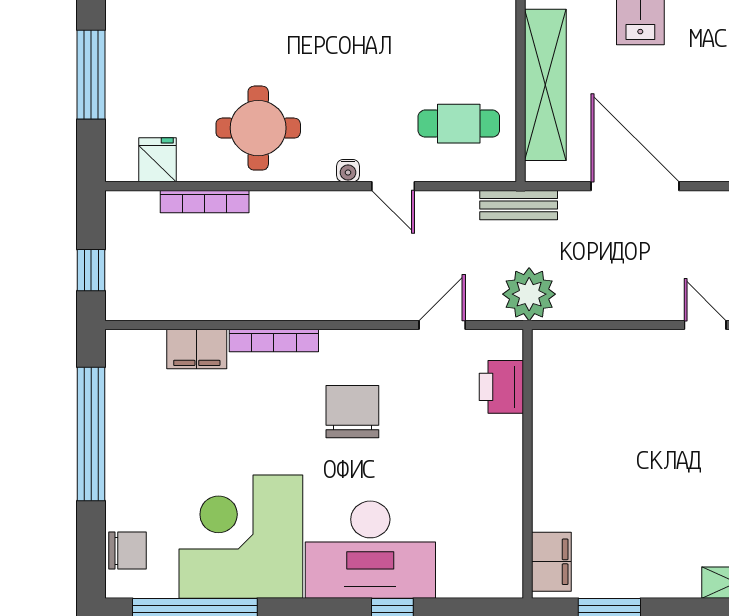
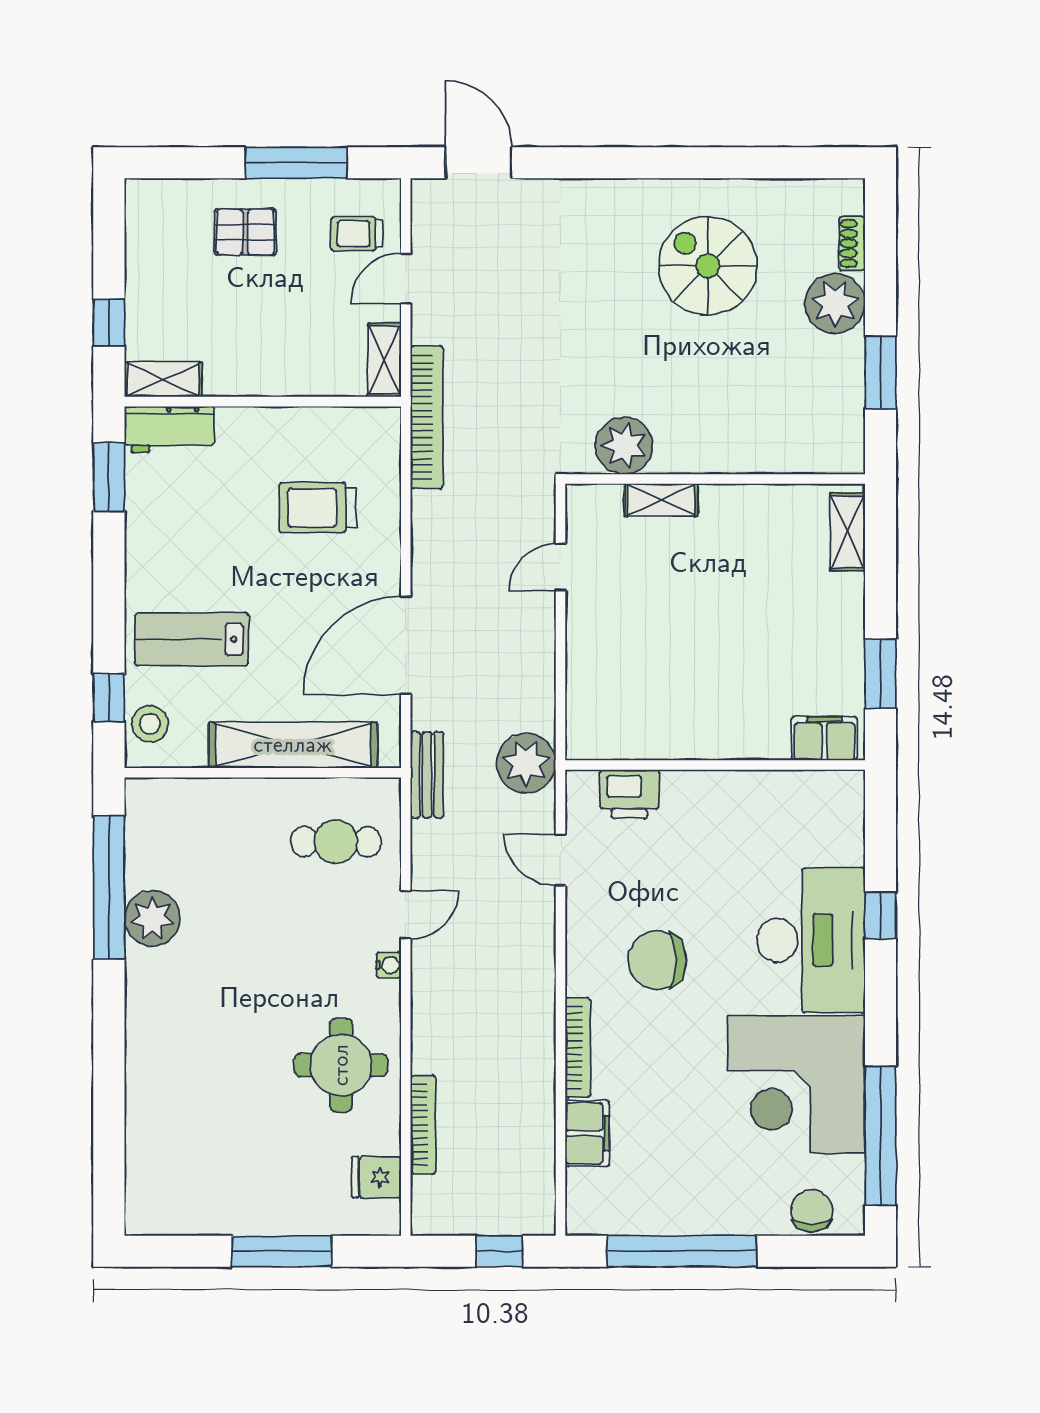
cafe table: (459, 124) -> (336, 842), turned 90

